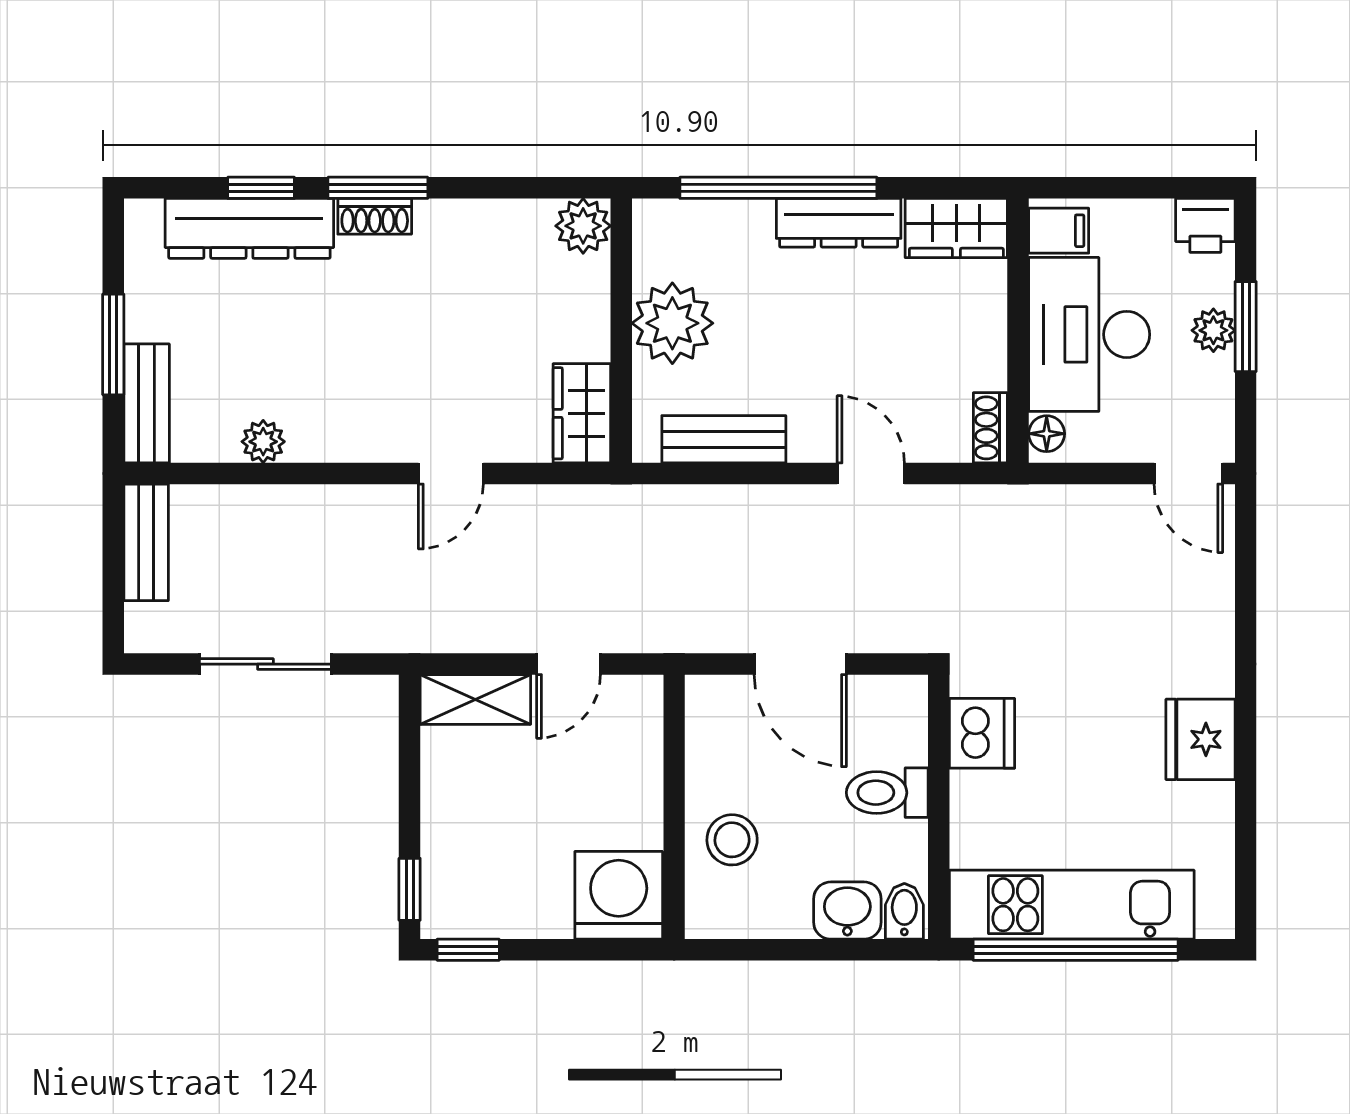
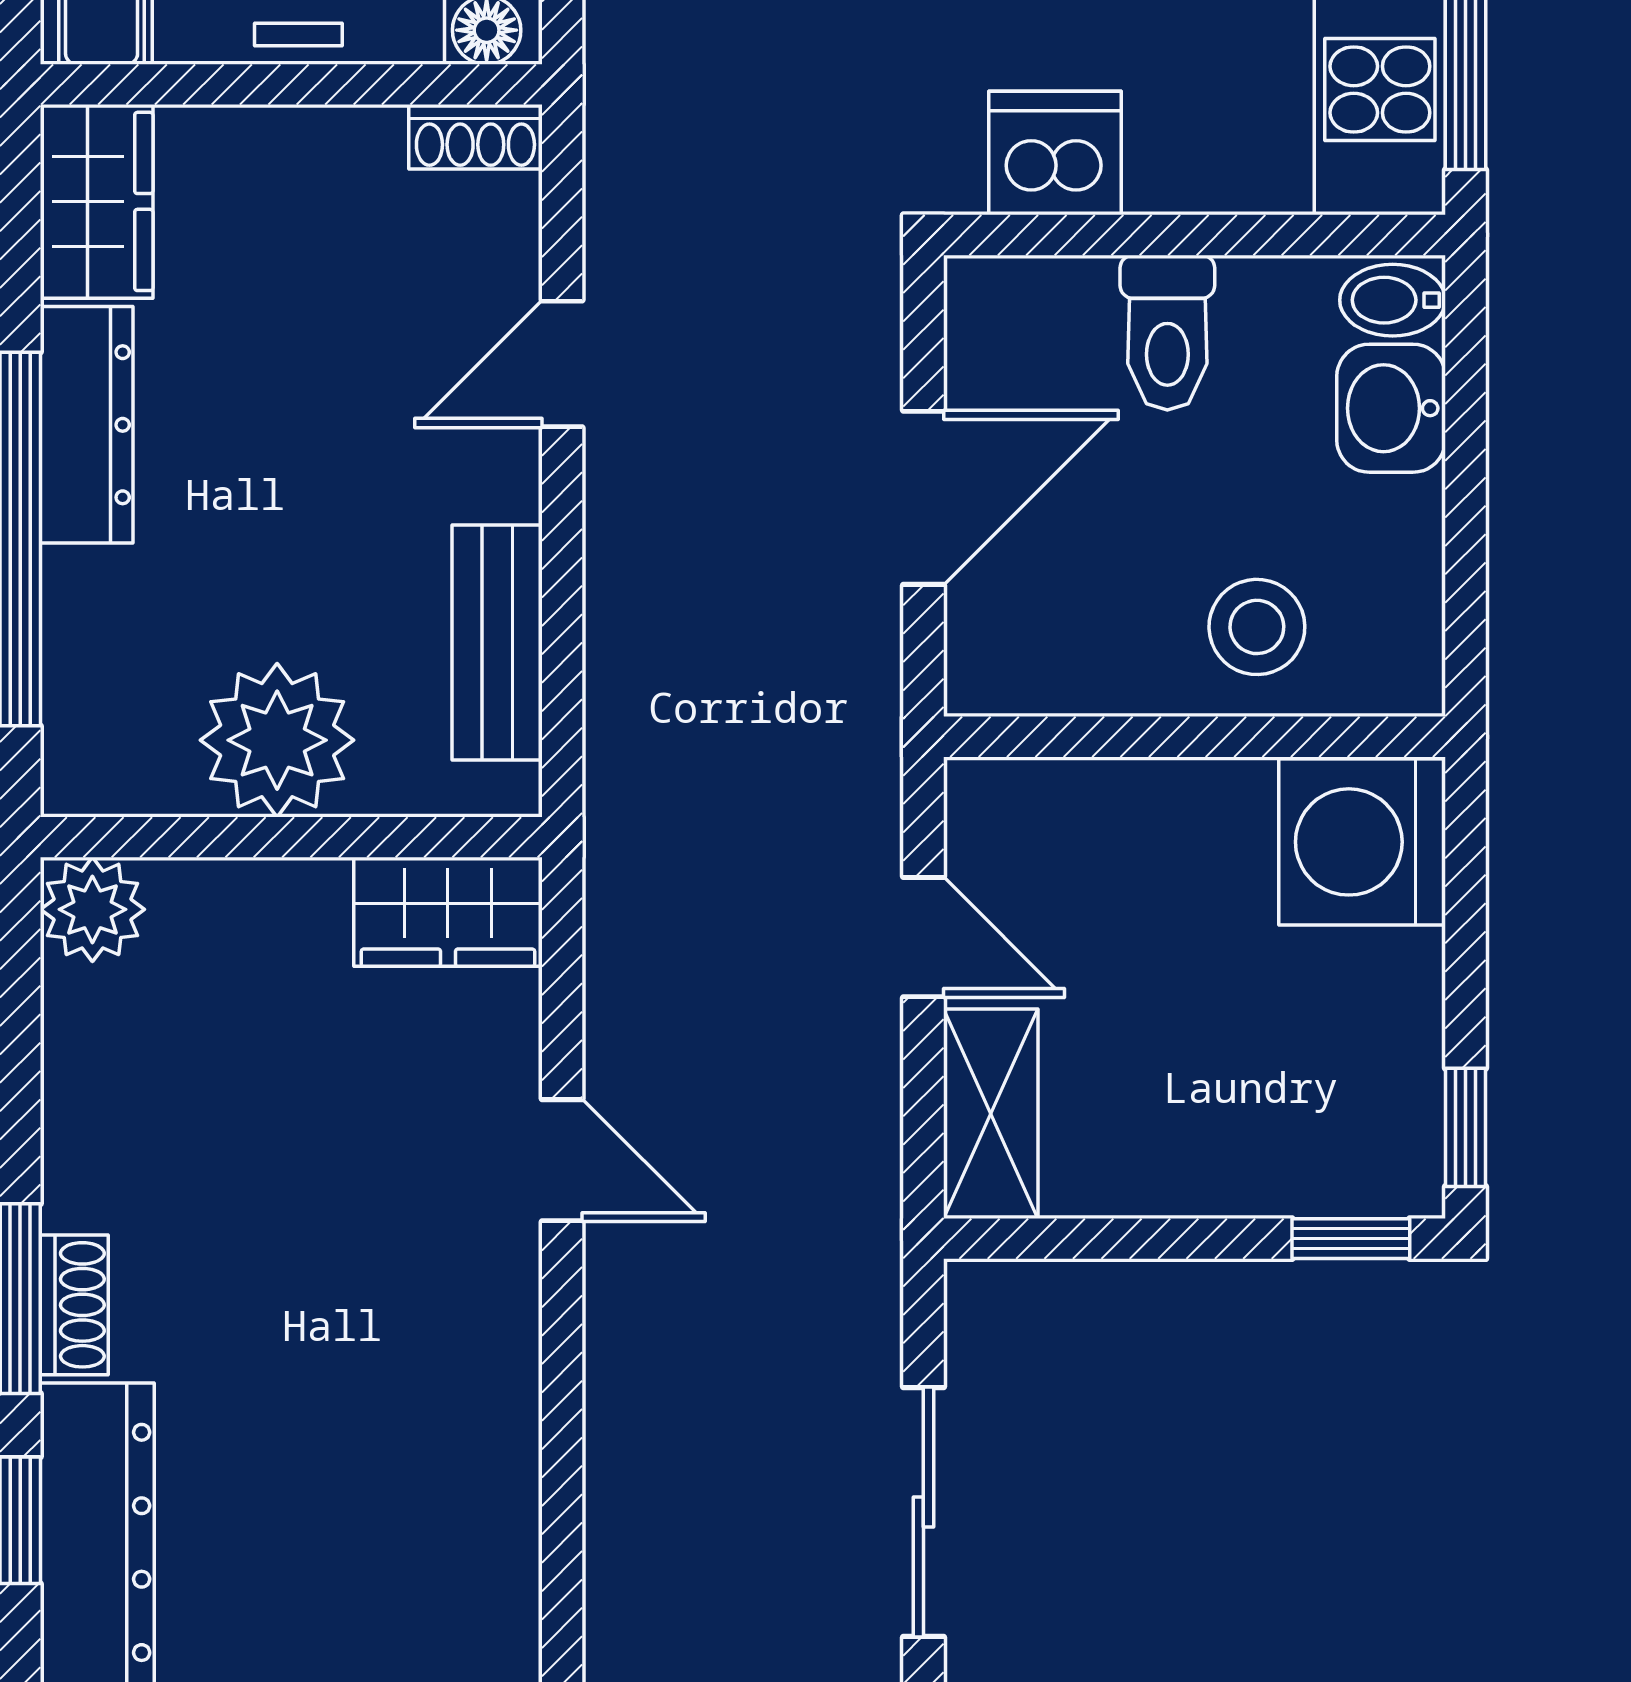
plant: (263, 442) -> (502, 1516), removed

